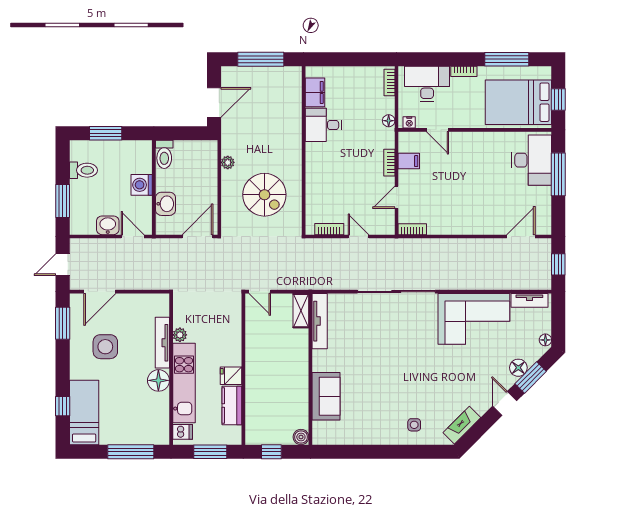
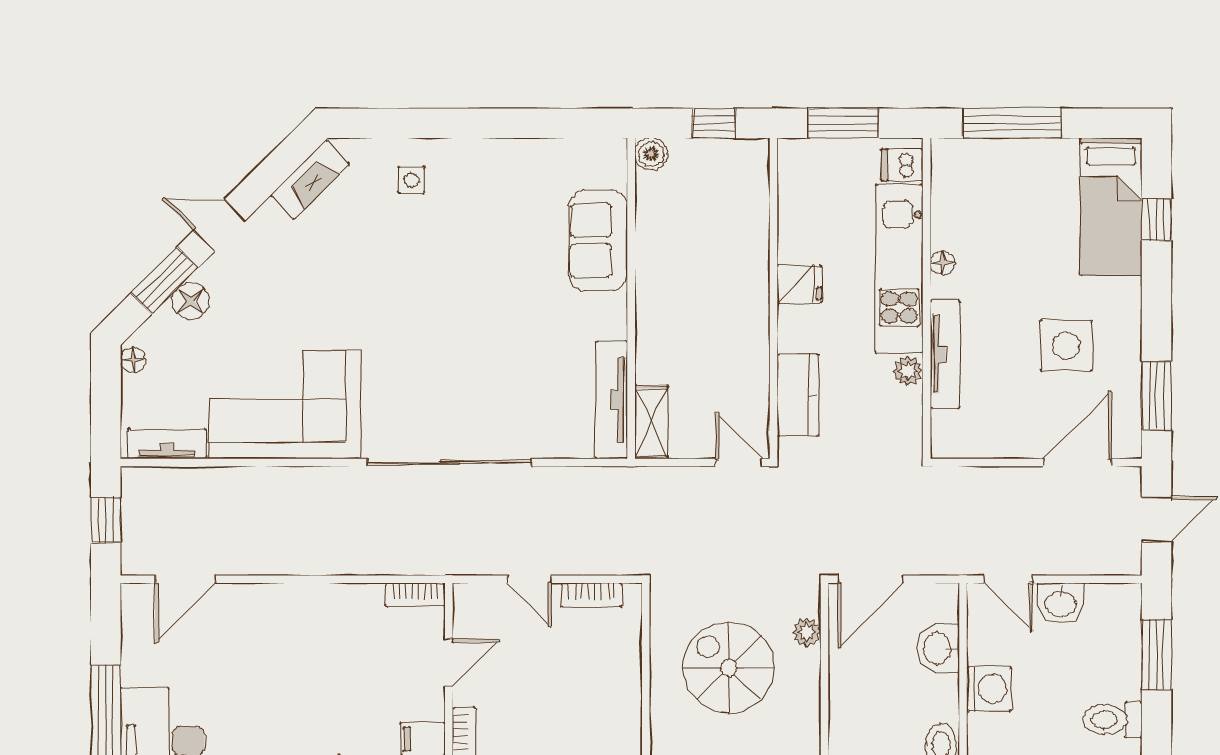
plant: (228, 162) -> (807, 632), moved
floor lamp: (158, 380) -> (943, 263), width x0.53, depth x0.53
door: (505, 403) -> (219, 225), swing flipped
kitchen counter: (232, 406) -> (798, 395), moved

